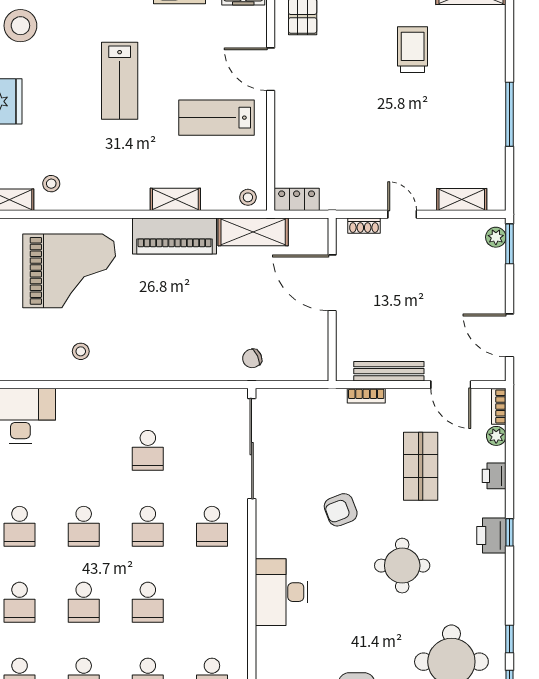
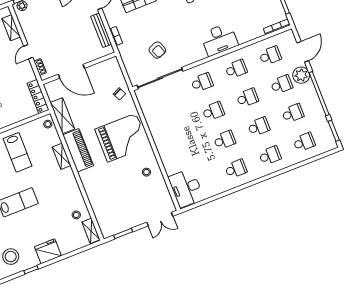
locker: (297, 199) -> (38, 97), width x1.53
grand piano: (69, 271) -> (122, 138), moved, turned 90
door: (332, 283) -> (71, 71), hinge flipped
school desk: (148, 450) -> (236, 69), moved
armchair: (341, 510) -> (157, 50), moved

